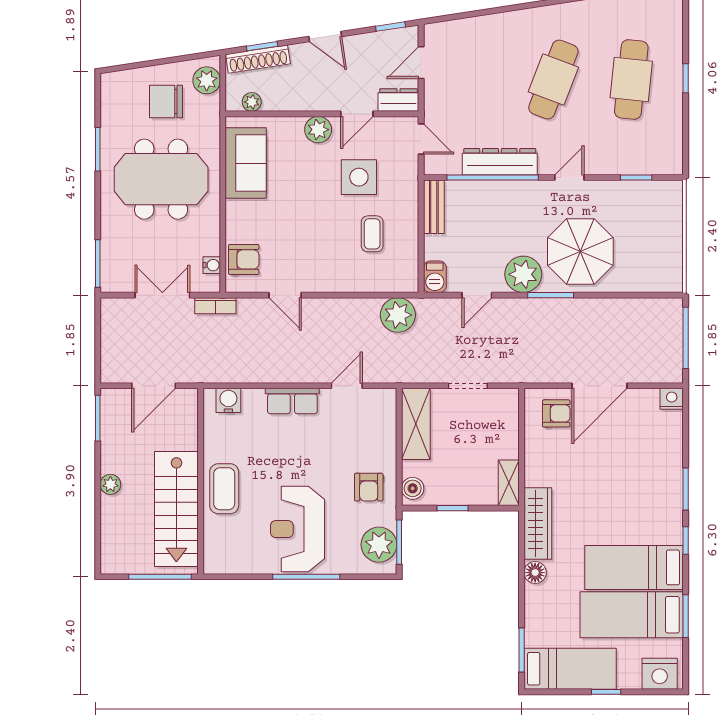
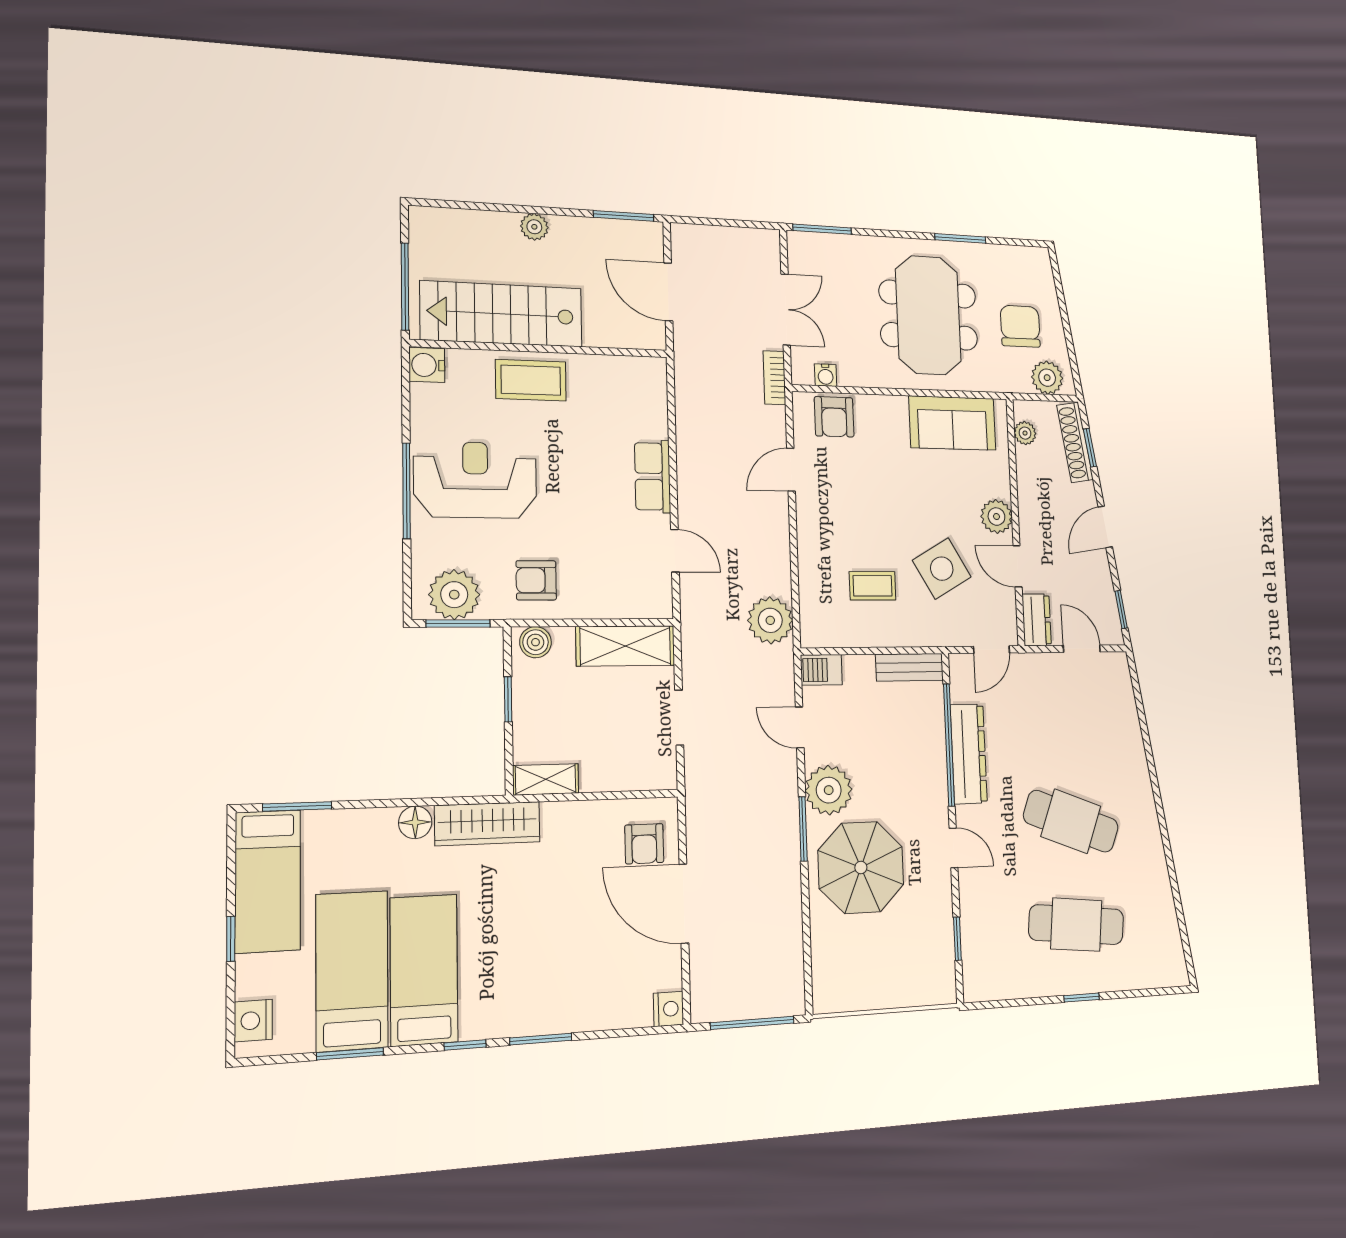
side table: (359, 177) -> (942, 569), turned -30
water cooler: (228, 400) -> (427, 365), moved, turned 180
nightstand: (660, 674) -> (253, 1021), width x0.74, depth x0.75

